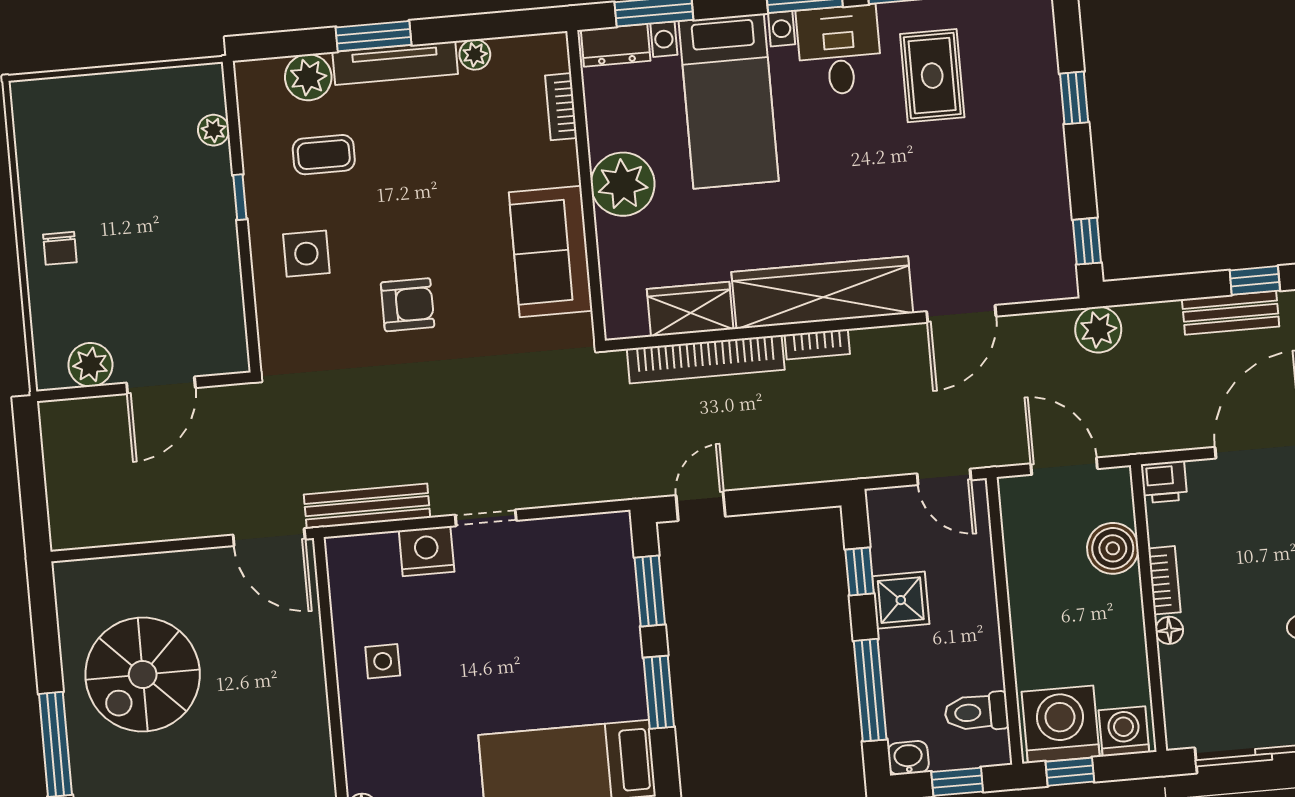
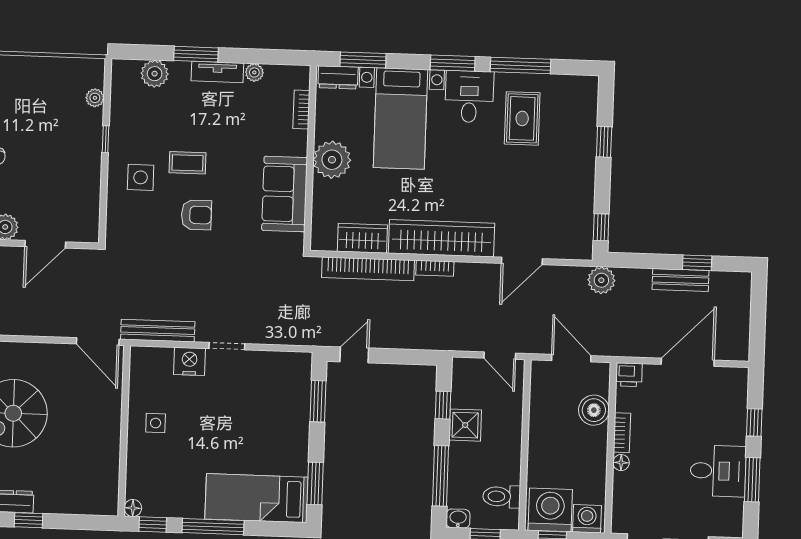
tv unit: (395, 63) -> (217, 72), width x0.71
coffee table: (324, 155) -> (187, 163), moved
window: (659, 692) -> (315, 483), moved

